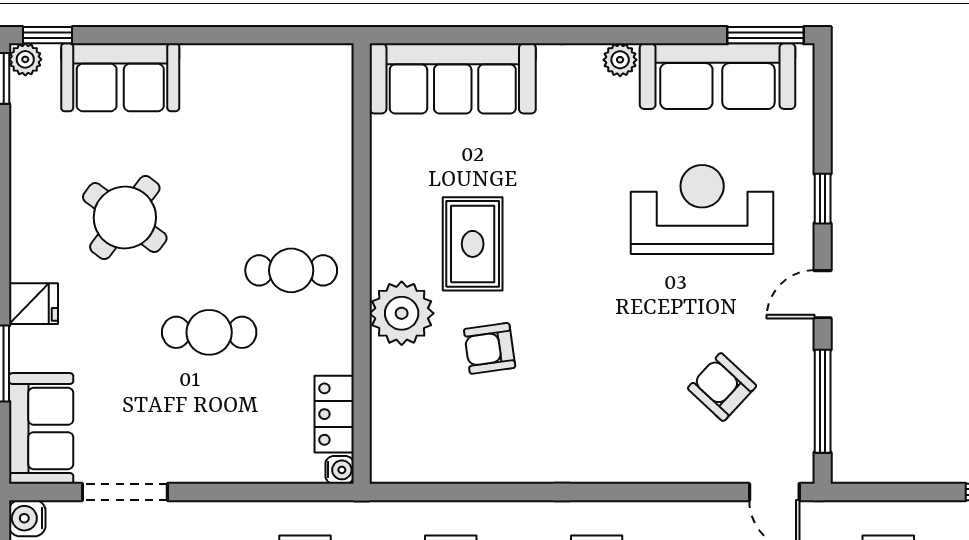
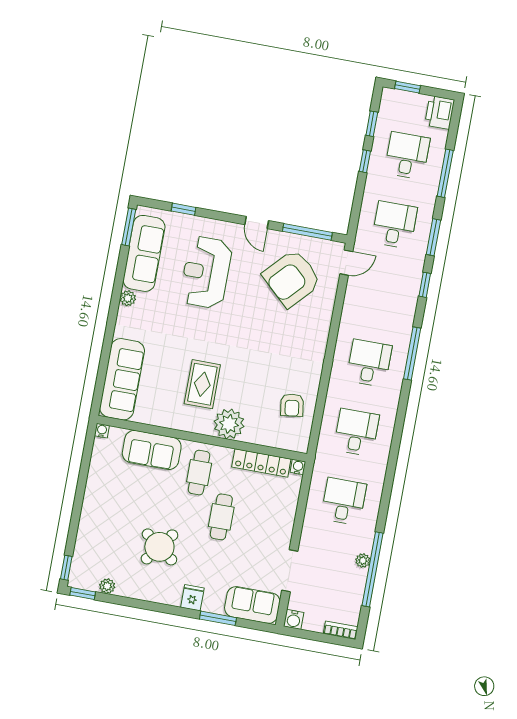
water cooler: (340, 56) -> (102, 431), added
plant: (25, 59) -> (107, 586), moved
sofa: (120, 77) -> (152, 450), moved, turned 90
window: (823, 199) -> (184, 209), moved
rug: (473, 244) -> (202, 384), turned 90
armchair: (490, 348) -> (292, 405), moved
armchair: (722, 387) -> (292, 278), width x1.88, depth x1.88
locker: (334, 414) -> (261, 463), width x1.53

